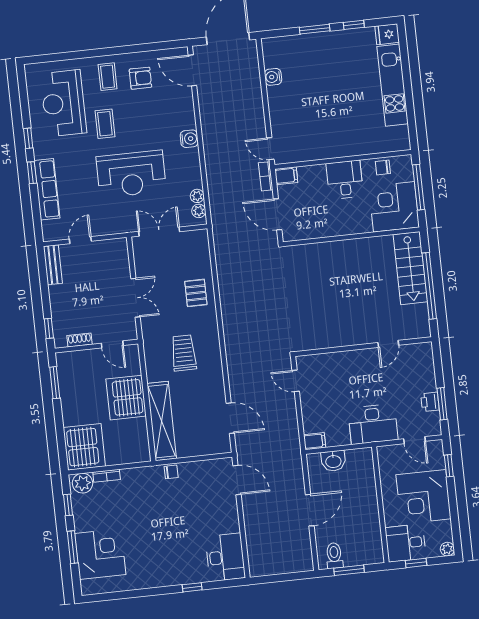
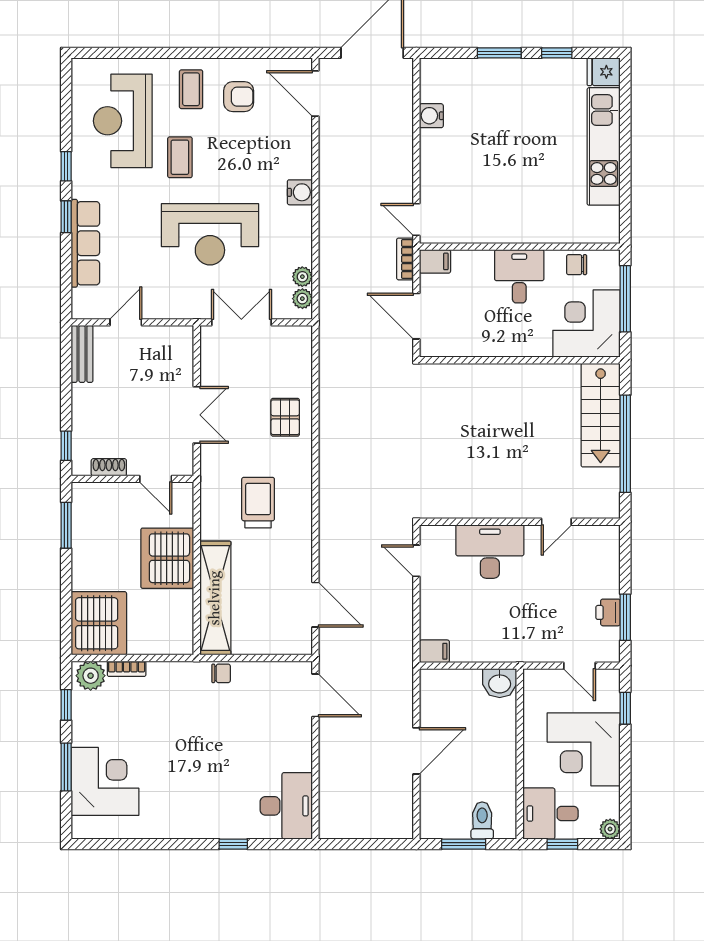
desk: (373, 424) -> (490, 552), moved, turned 180
washbasin: (333, 461) -> (500, 683), moved
toilet: (334, 556) -> (482, 821), moved

